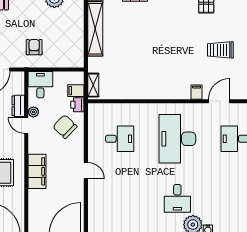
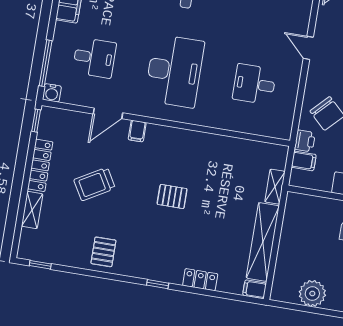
pallet: (164, 50) -> (172, 196), added
trolley: (220, 50) -> (94, 184), turned 150
shelving: (93, 85) -> (275, 187), moved

